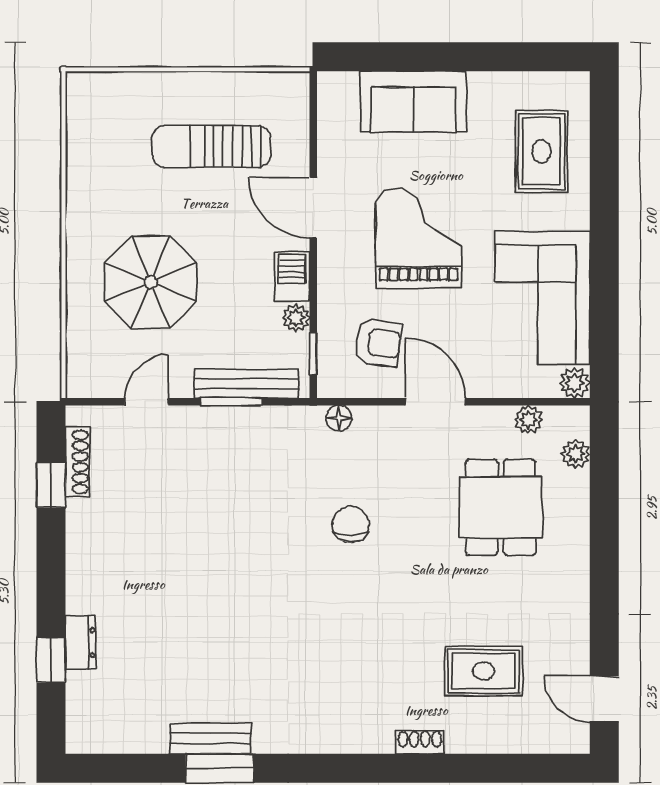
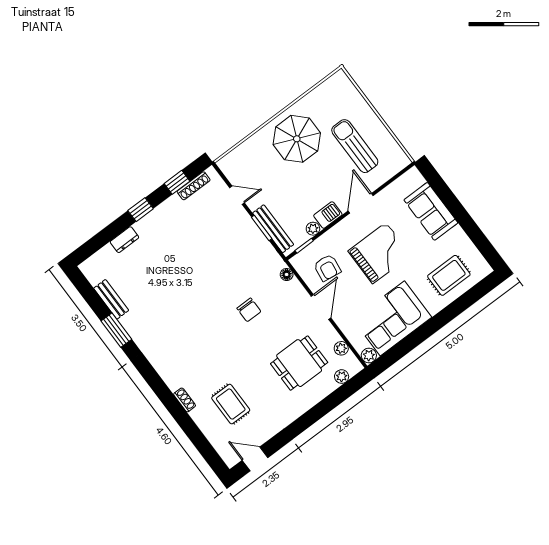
parasol: (151, 282) -> (297, 139), moved
chair: (351, 524) -> (249, 310), turned 90
window: (51, 660) -> (141, 210), moved
door: (604, 699) -> (255, 459), hinge flipped
bench: (210, 738) -> (111, 299), moved

